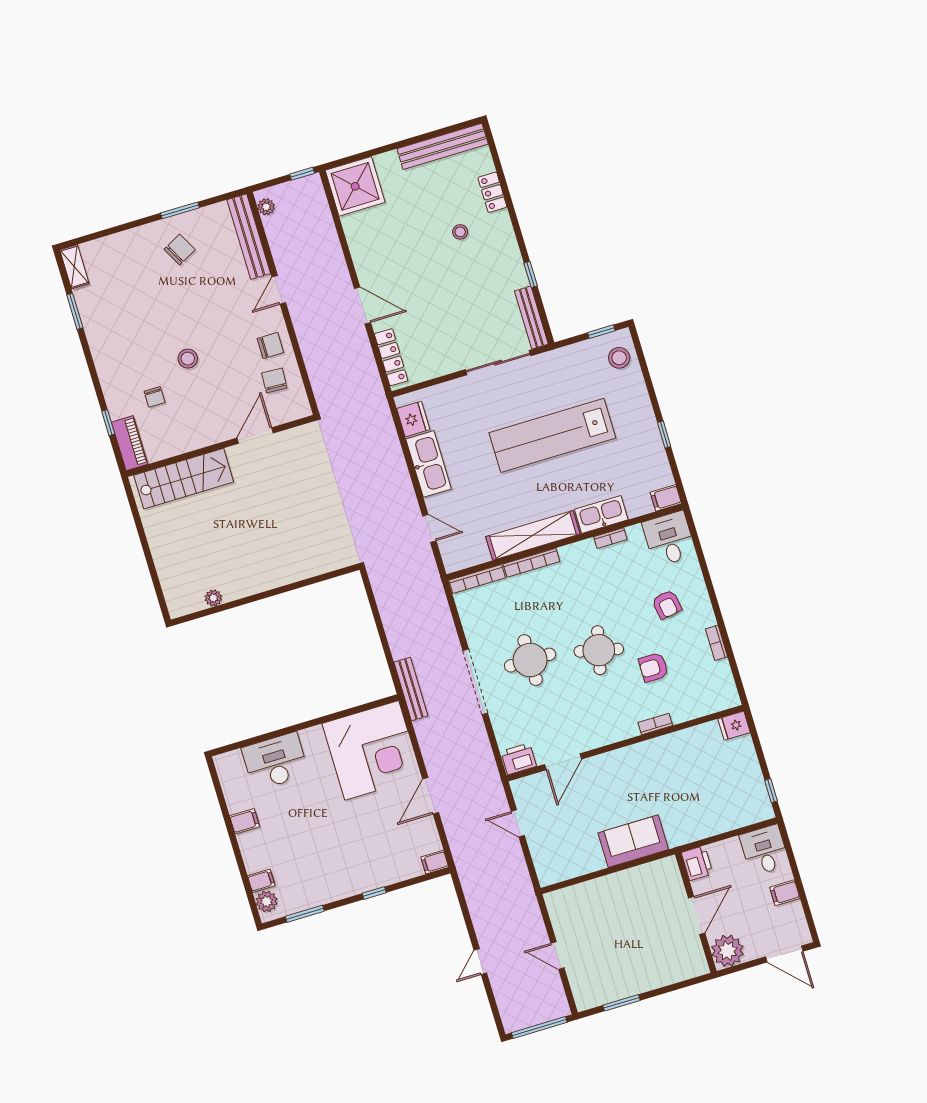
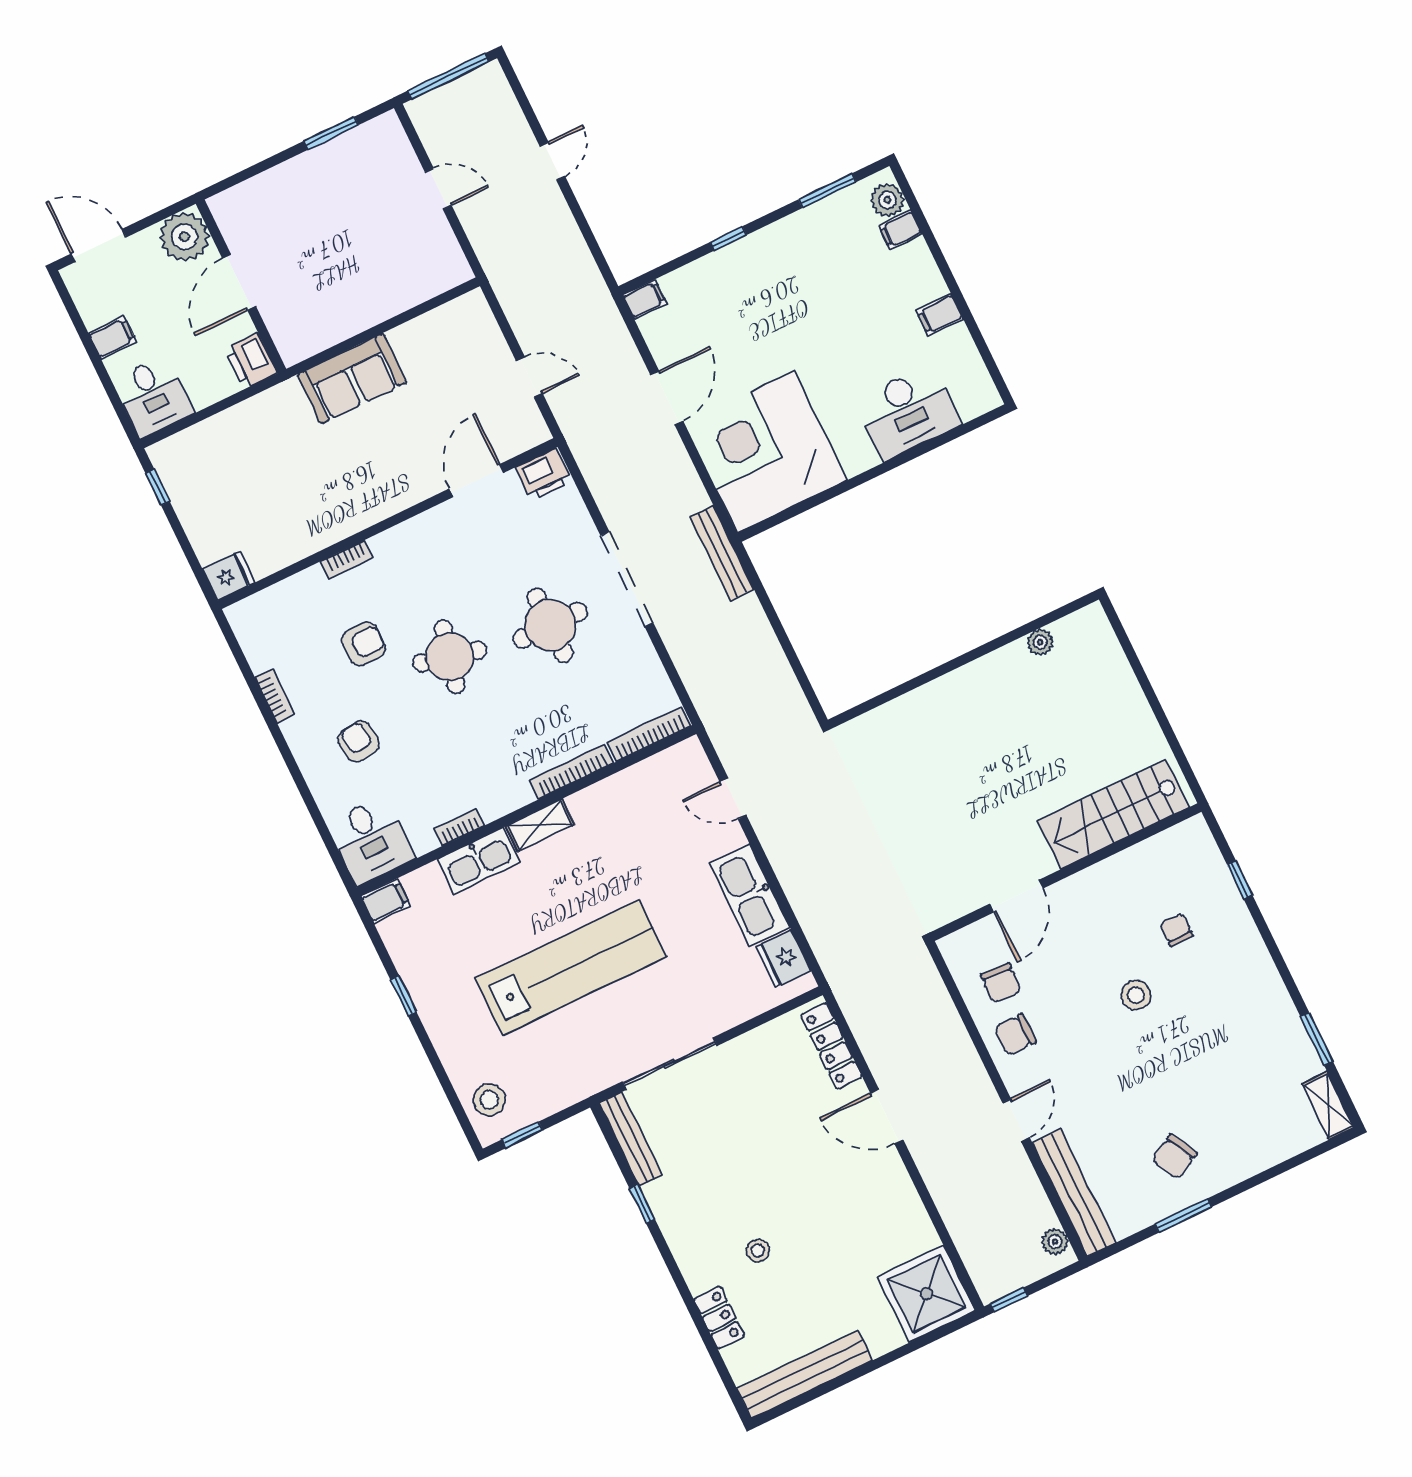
piano: (130, 443) -> (1203, 854), removed
shelving: (533, 535) -> (540, 825), width x0.45, depth x0.75

